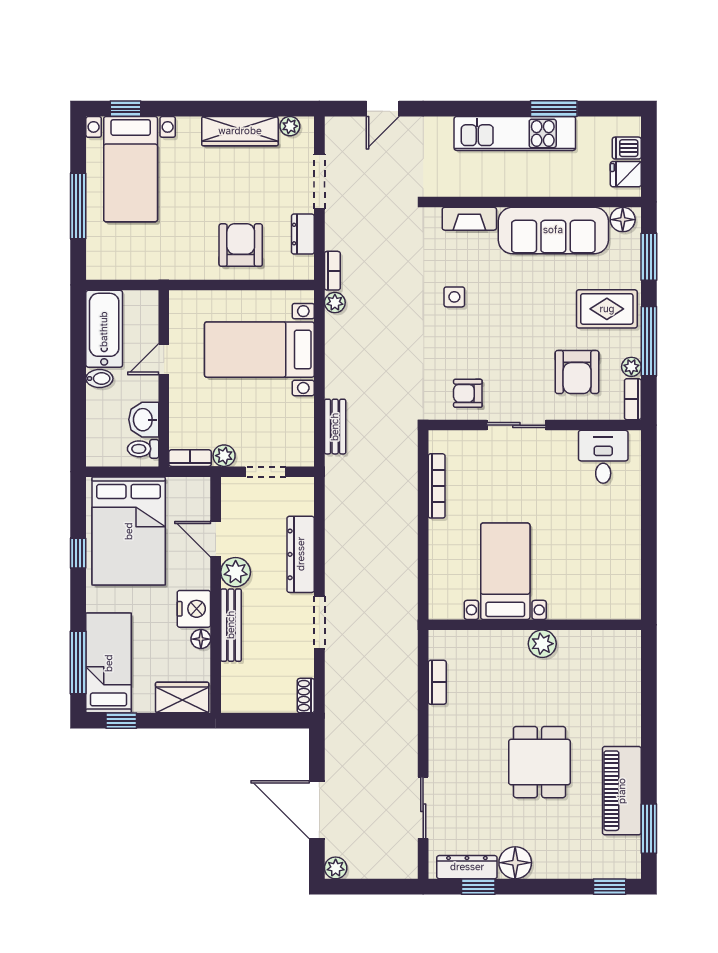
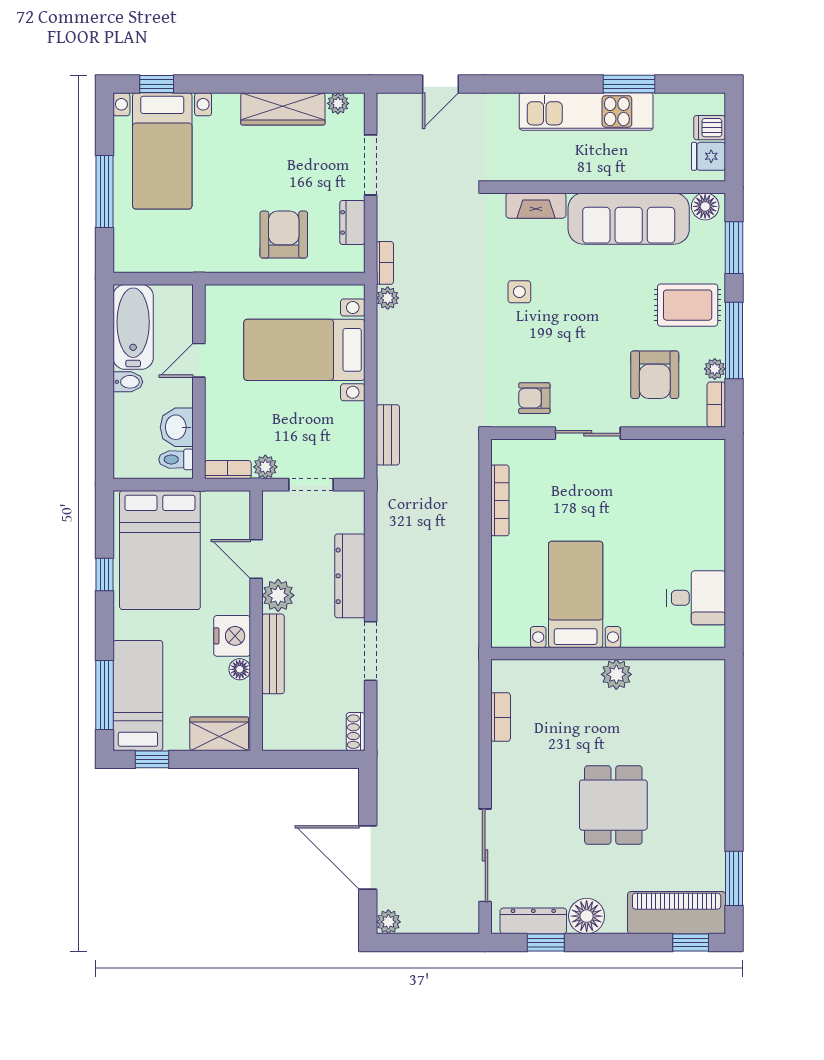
desk: (603, 457) -> (696, 598), moved, turned 90
piano: (622, 791) -> (677, 913), moved, turned 90
sliding door: (423, 808) -> (485, 855), width x1.37

